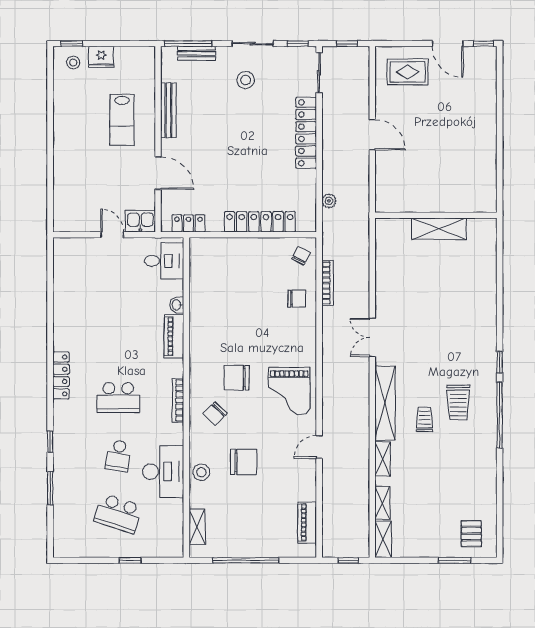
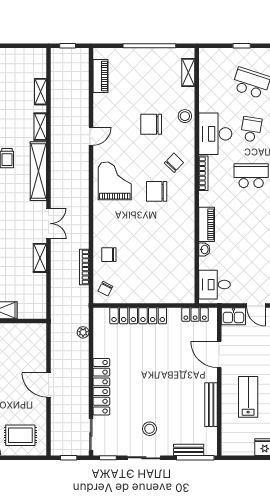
chair: (237, 378) -> (157, 191), turned 180
desk: (163, 472) -> (215, 134), moved
shelving: (383, 539) -> (40, 258), moved

